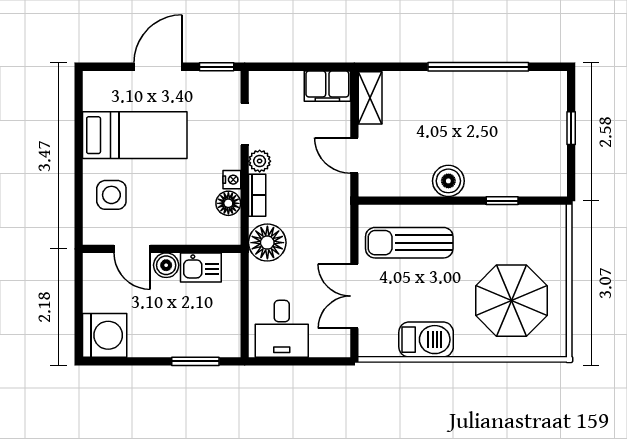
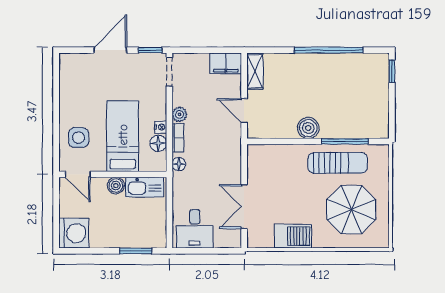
doorway: (245, 124) -> (169, 72), moved
window: (571, 128) -> (392, 71), moved
bed: (135, 135) -> (123, 136), moved, turned -90
window: (502, 201) -> (345, 141), width x2.17
floor lamp: (267, 243) -> (179, 164), width x0.53, depth x0.53
sun lounger: (409, 243) -> (338, 163), moved, turned 180
door: (132, 249) -> (78, 174), moved
kitchen sink: (201, 267) -> (145, 187), width x1.38

